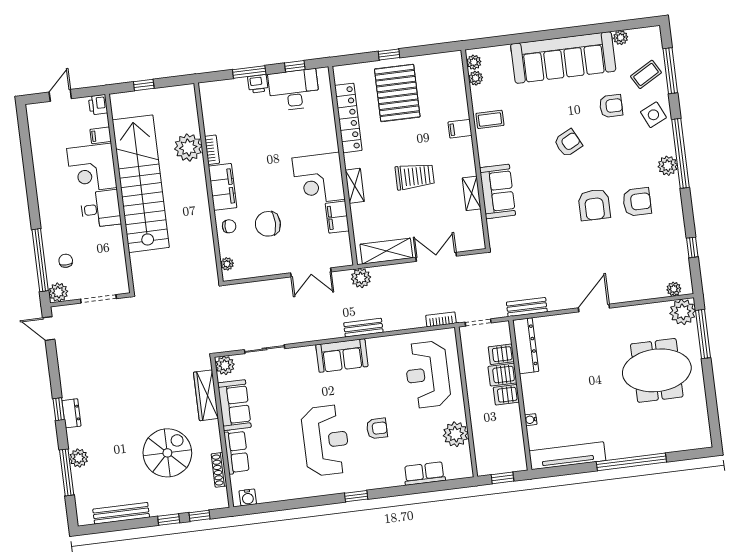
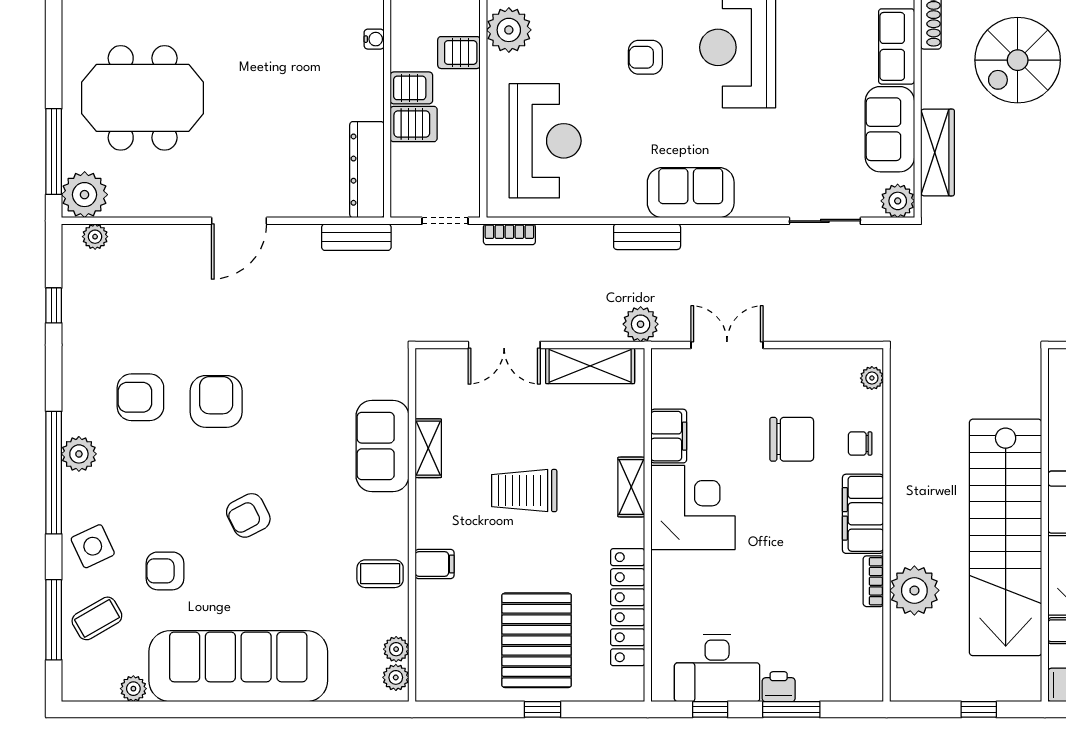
server rack: (501, 354) -> (459, 53), moved, turned 180

